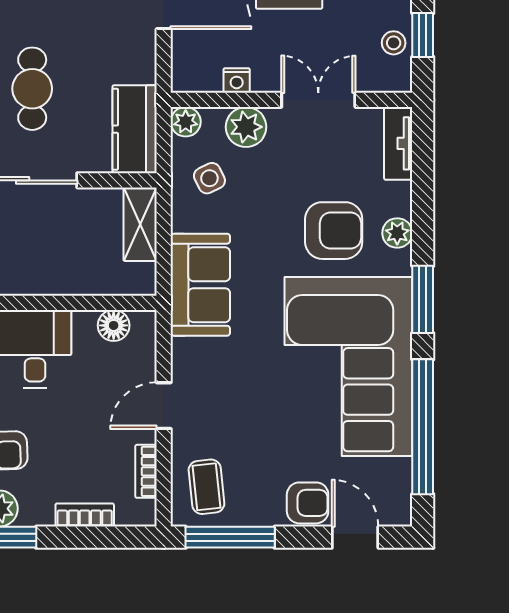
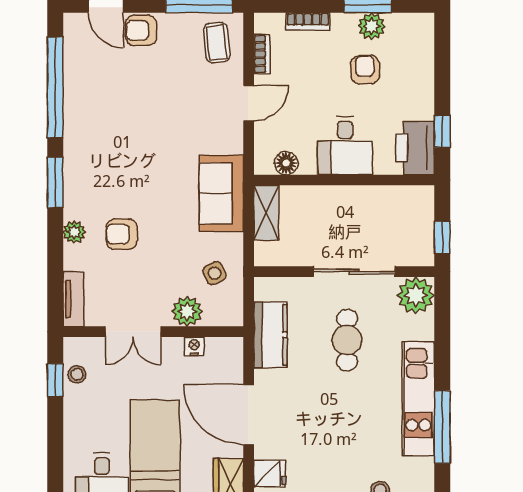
plant: (186, 122) -> (232, 315), removed
kitchen counter: (135, 129) -> (270, 335), moved
shelving: (140, 224) -> (266, 213), moved
armchair: (334, 231) -> (122, 234), width x0.72, depth x0.72
corner sofa: (348, 367) -> (111, 132), removed

